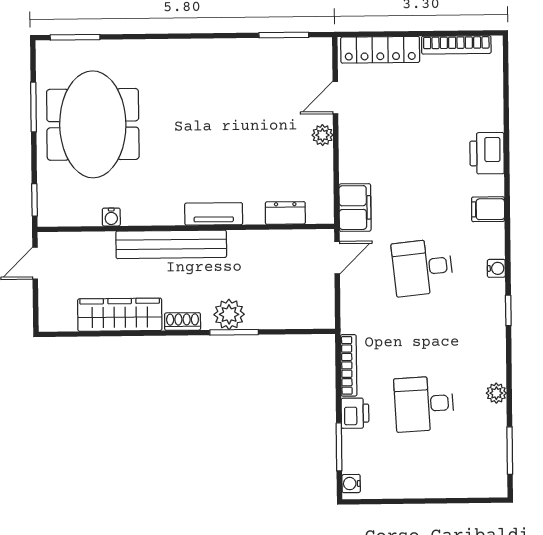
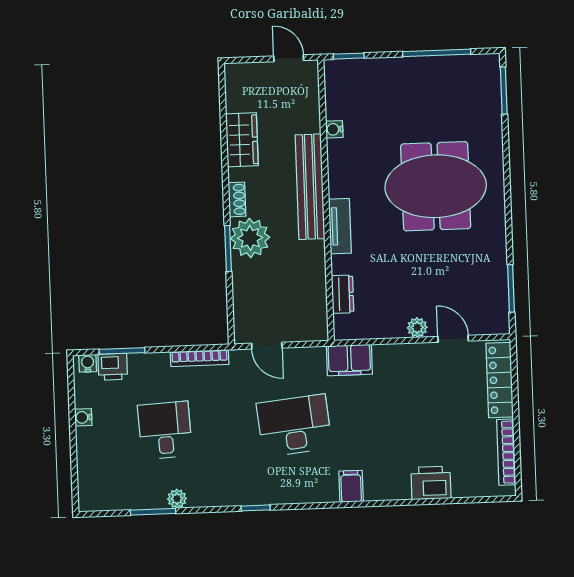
window: (34, 107) -> (437, 53), width x1.44
meeting table: (93, 124) -> (436, 186), moved
printer: (487, 153) -> (431, 483), moved
door: (337, 258) -> (267, 346), moved
desk: (422, 267) -> (294, 426), width x1.37
water cooler: (496, 268) -> (83, 417), moved, turned 90
plant: (229, 314) -> (250, 238), width x1.36, depth x1.36
wardrobe: (120, 315) -> (242, 140), width x0.67
printer: (355, 413) -> (113, 367), moved
window: (510, 451) -> (153, 512), moved

